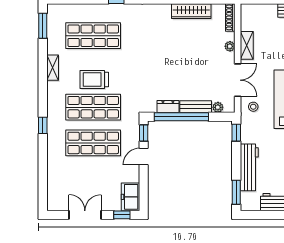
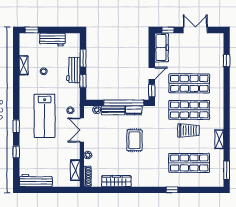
shelving: (247, 45) -> (75, 170), moved
rug: (167, 66) -> (134, 140), added
window: (43, 125) -> (227, 61), moved
window: (236, 133) -> (83, 81), moved
workbench: (249, 167) -> (73, 70), width x0.73
window: (236, 192) -> (83, 58), moved
freezer: (130, 197) -> (162, 48), width x1.40
double door: (85, 215) -> (195, 30), swing flipped

